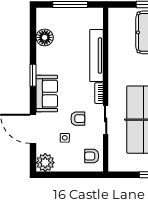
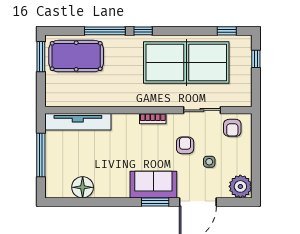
tv unit: (97, 56) -> (78, 122), moved
window: (33, 75) -> (155, 202), moved
sliding door: (106, 120) -> (202, 110), moved

